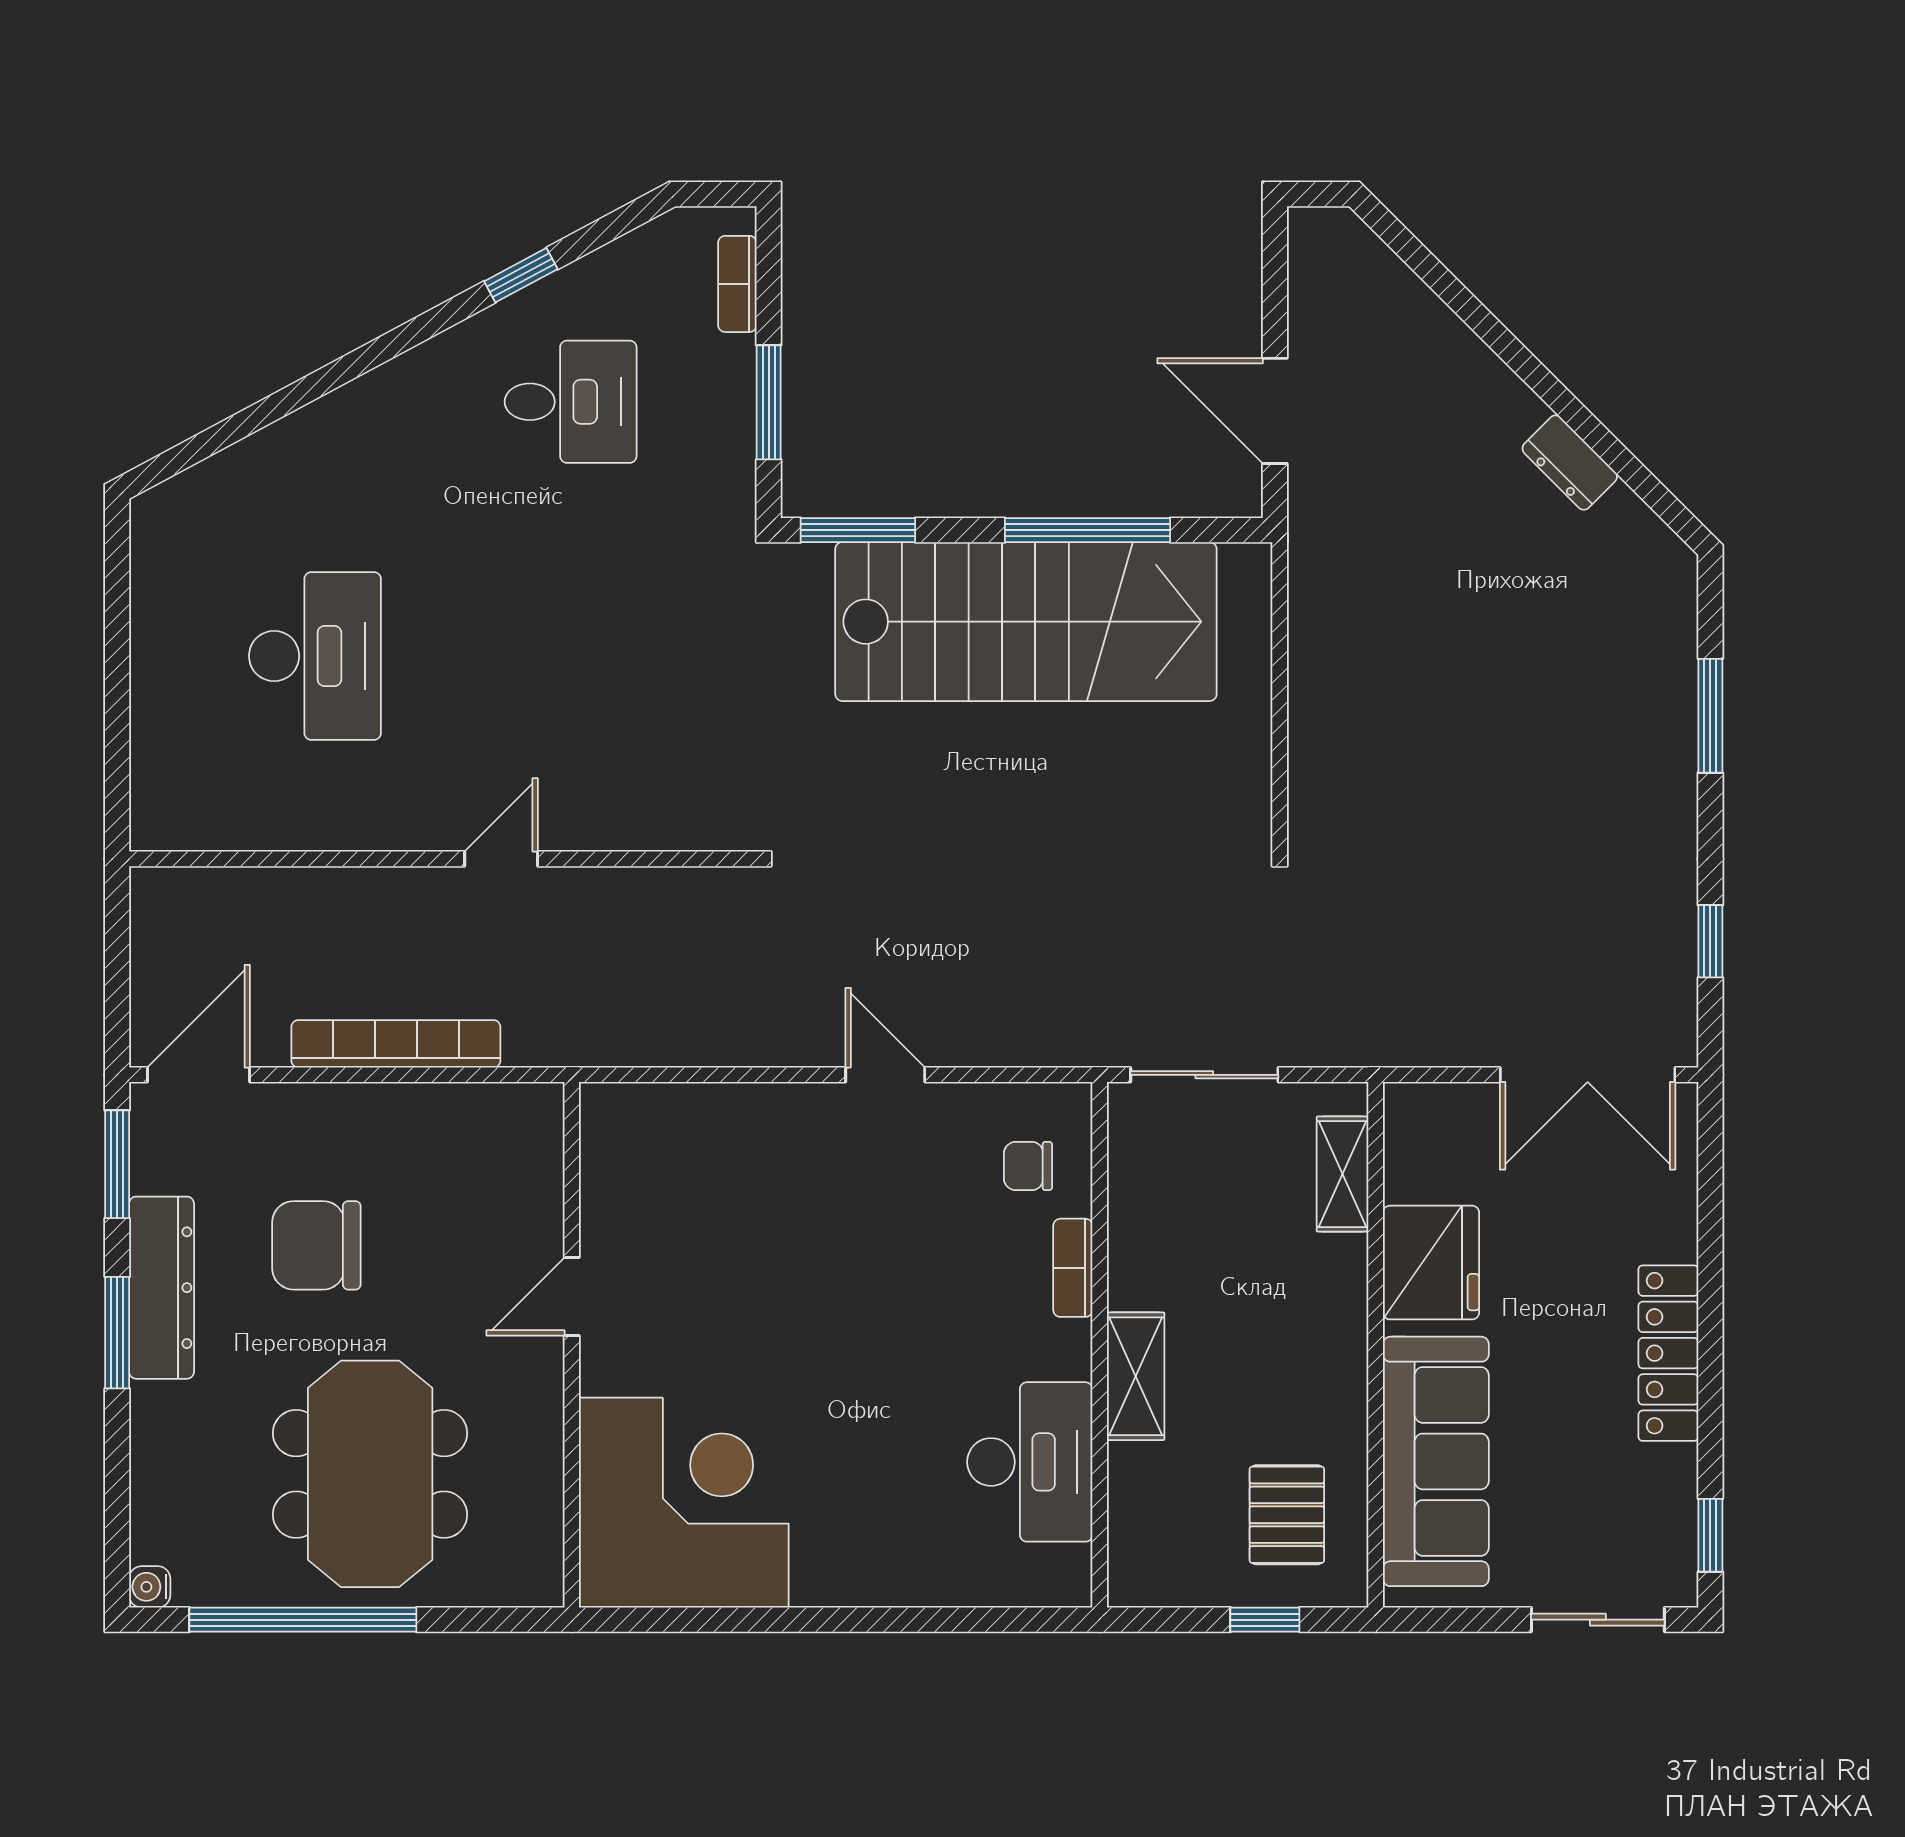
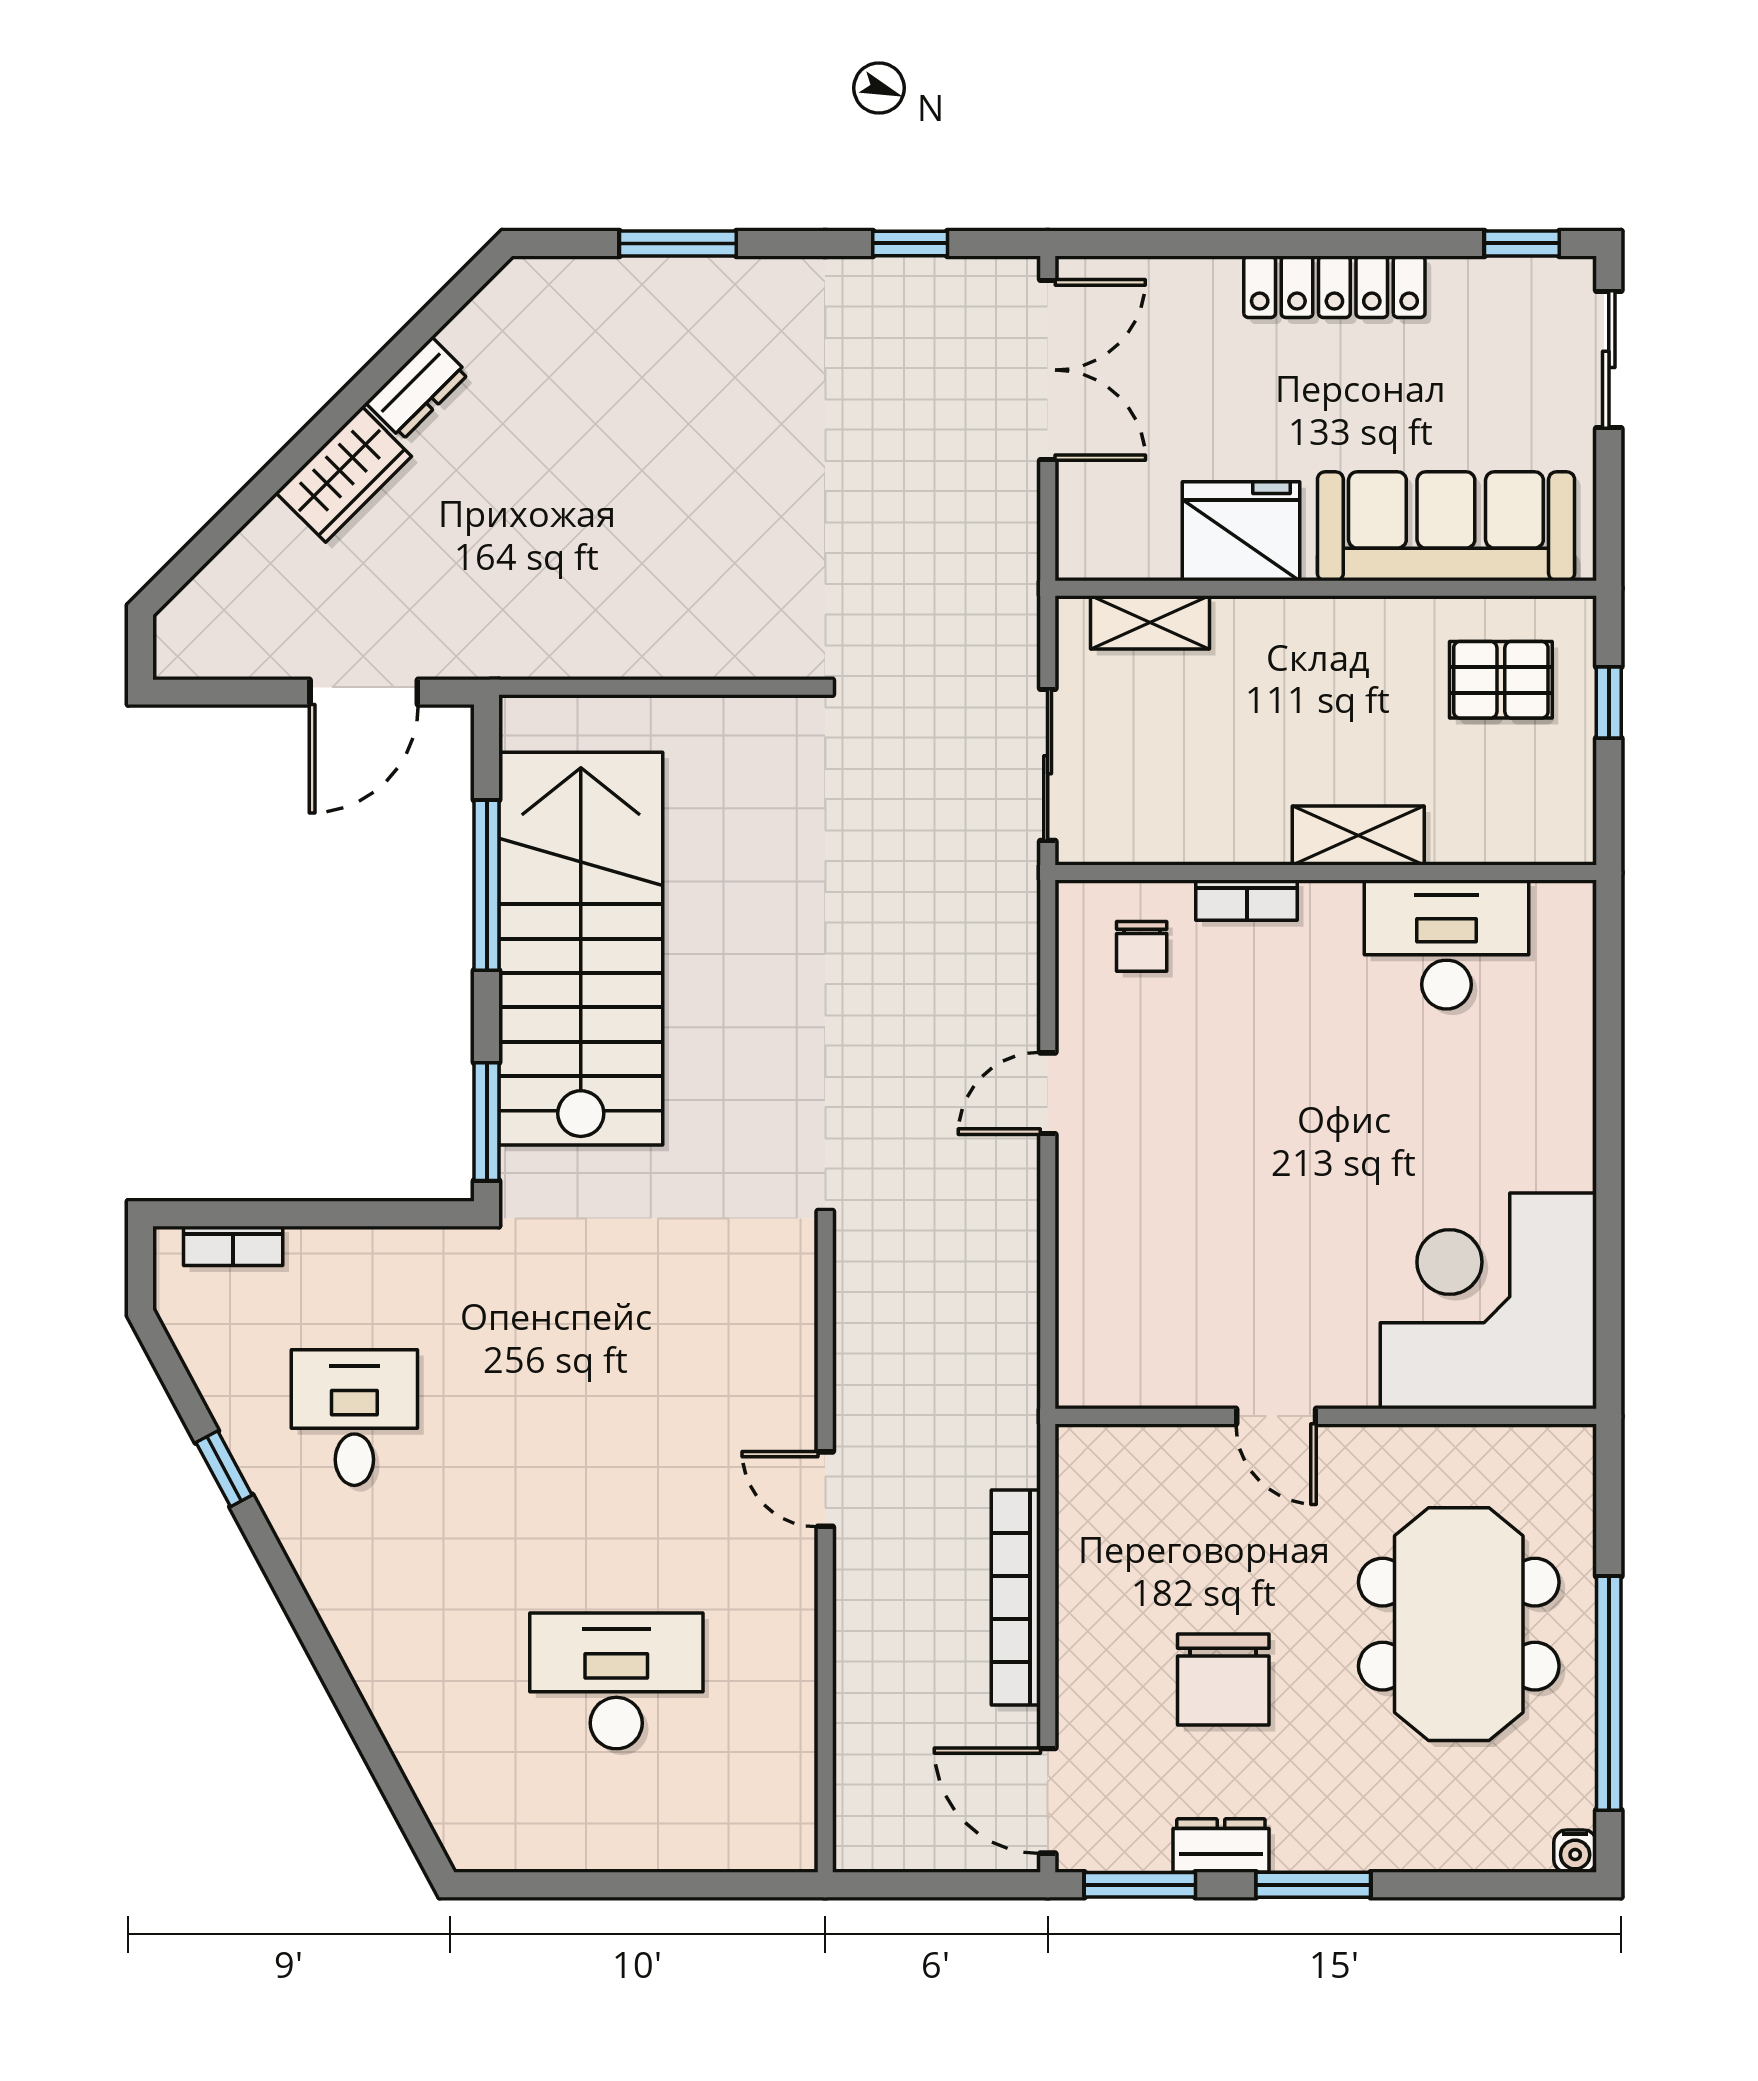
wardrobe: (1486, 391) -> (344, 474), added
window: (769, 402) -> (355, 1214), removed
dresser: (162, 1288) -> (1221, 1845), width x0.51, depth x0.80
meeting table: (370, 1474) -> (1459, 1624), turned 90

